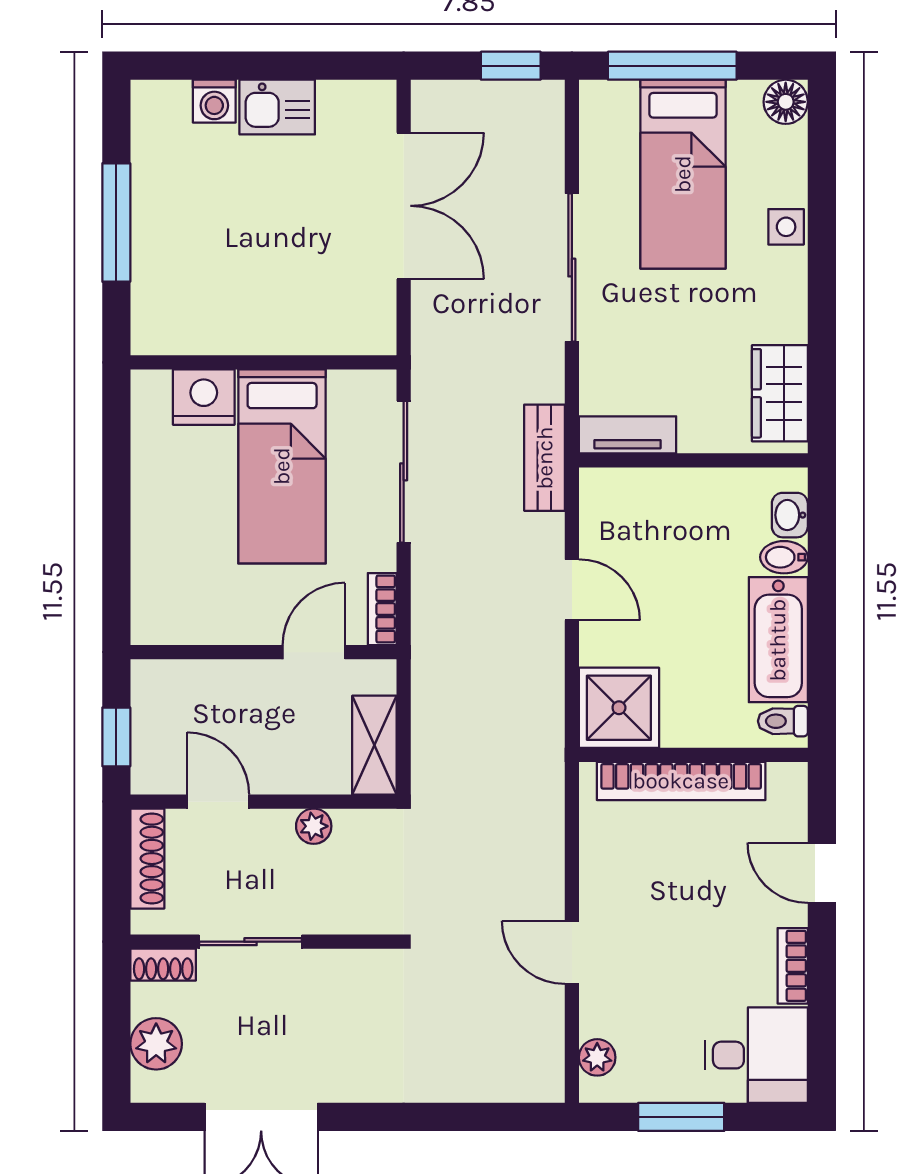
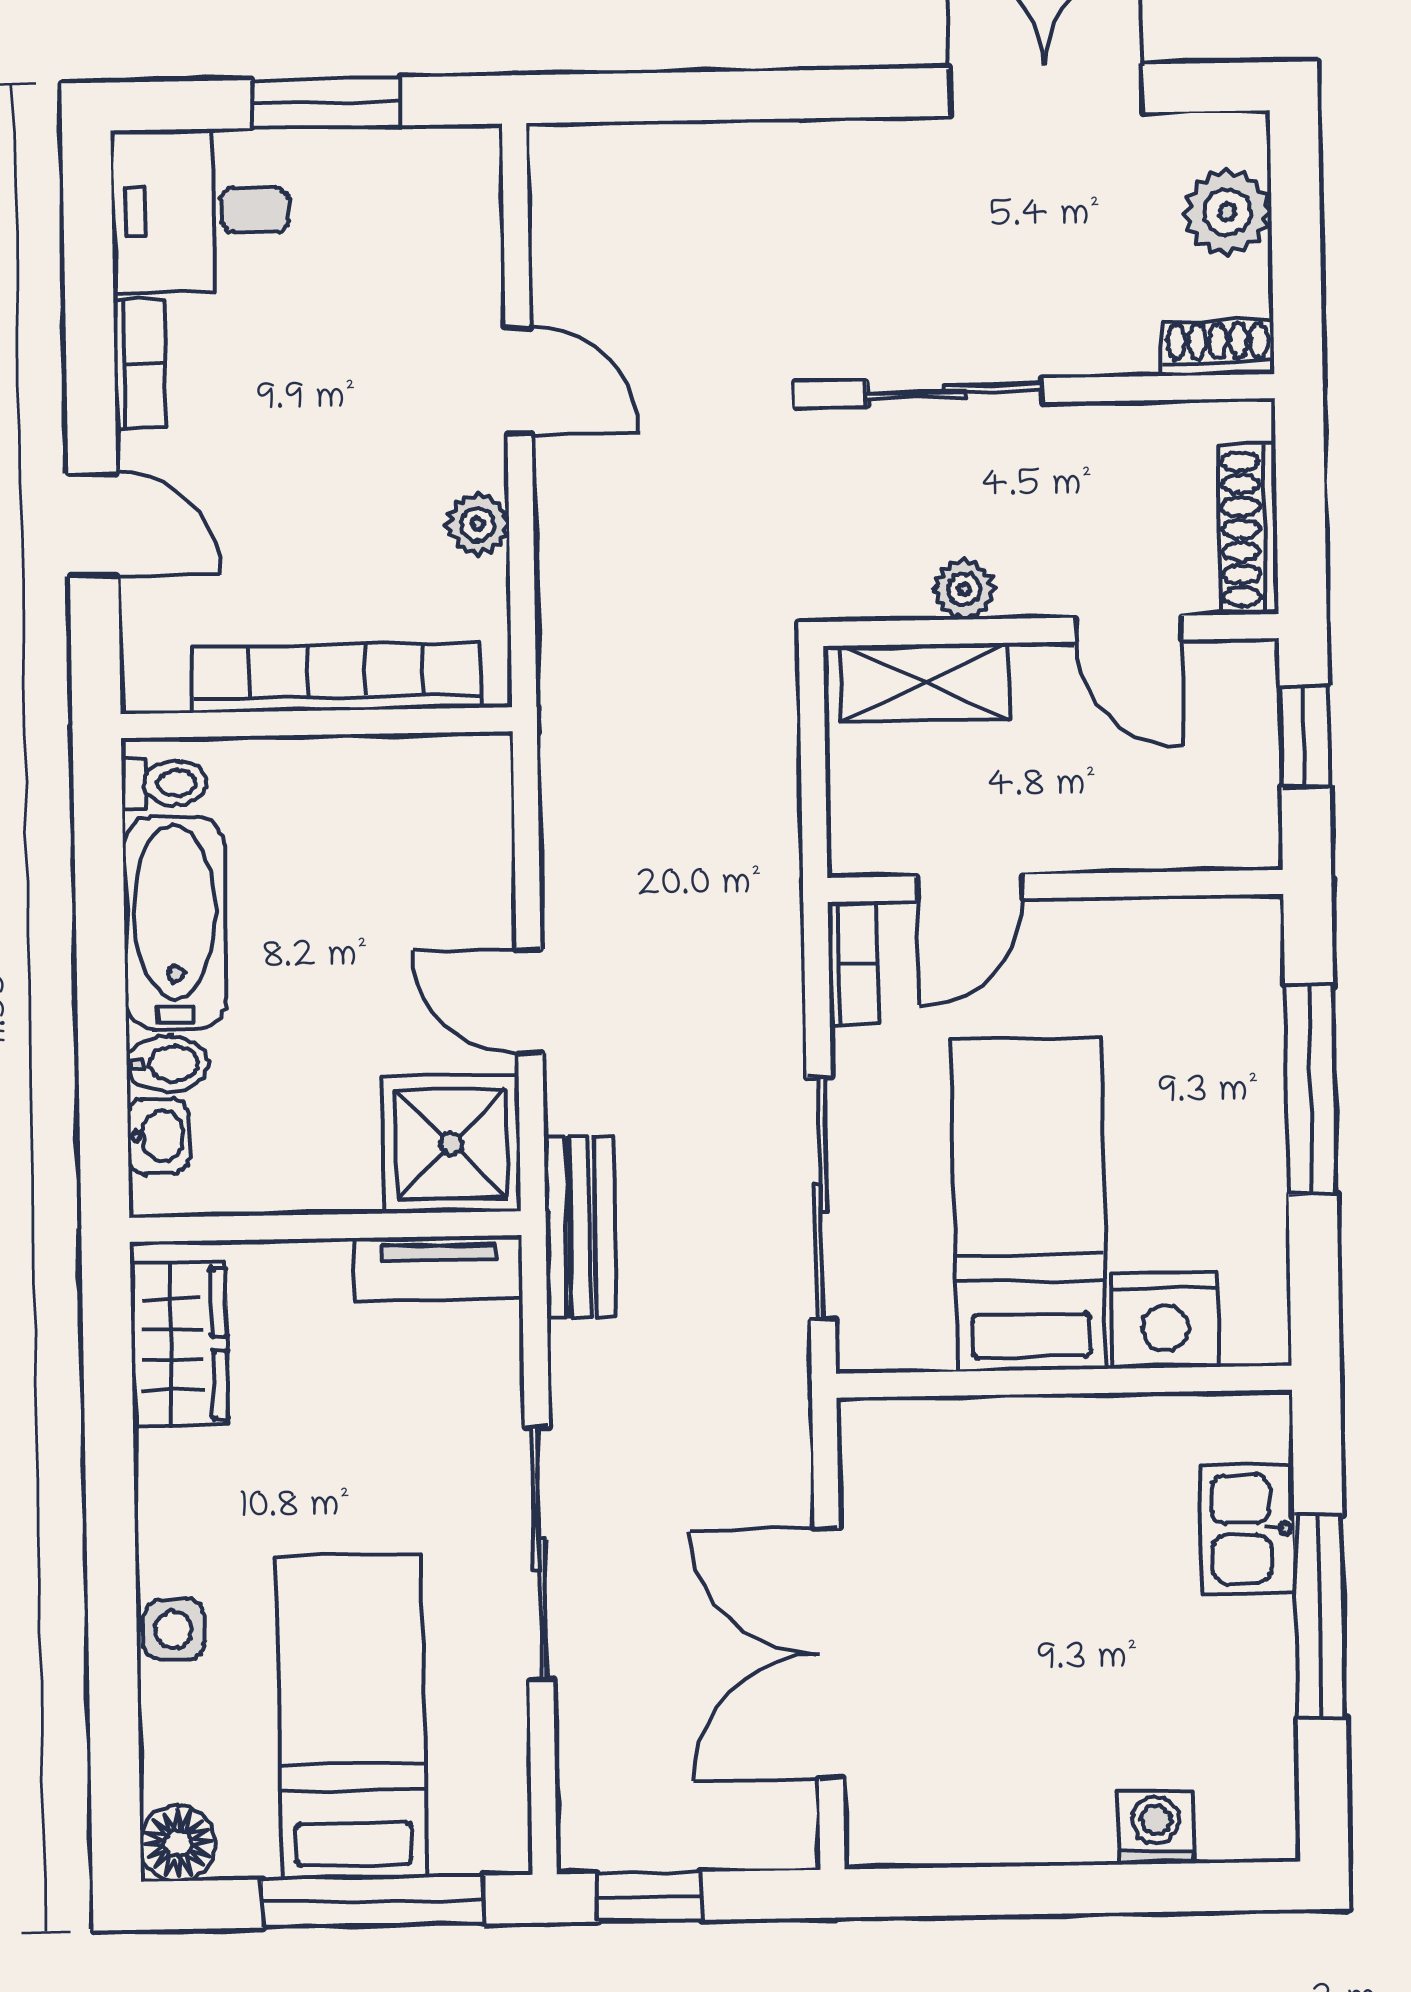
kitchen sink: (277, 107) -> (1248, 1529), moved, turned -90
window: (116, 531) -> (1311, 1089), added
shower: (619, 708) -> (451, 1144), moved
shelving: (374, 745) -> (925, 682), moved, turned 90
sliding door: (251, 942) -> (955, 392), moved
plant: (597, 1057) -> (478, 524), moved

